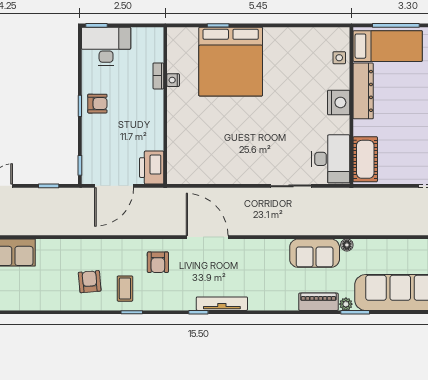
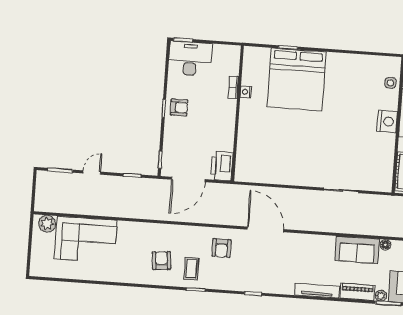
desk: (331, 159) -> (377, 170), removed
tv unit: (222, 304) -> (317, 291), moved

